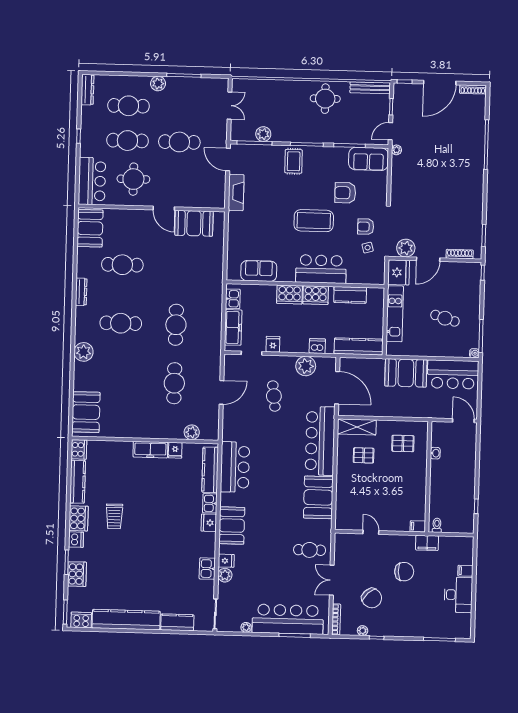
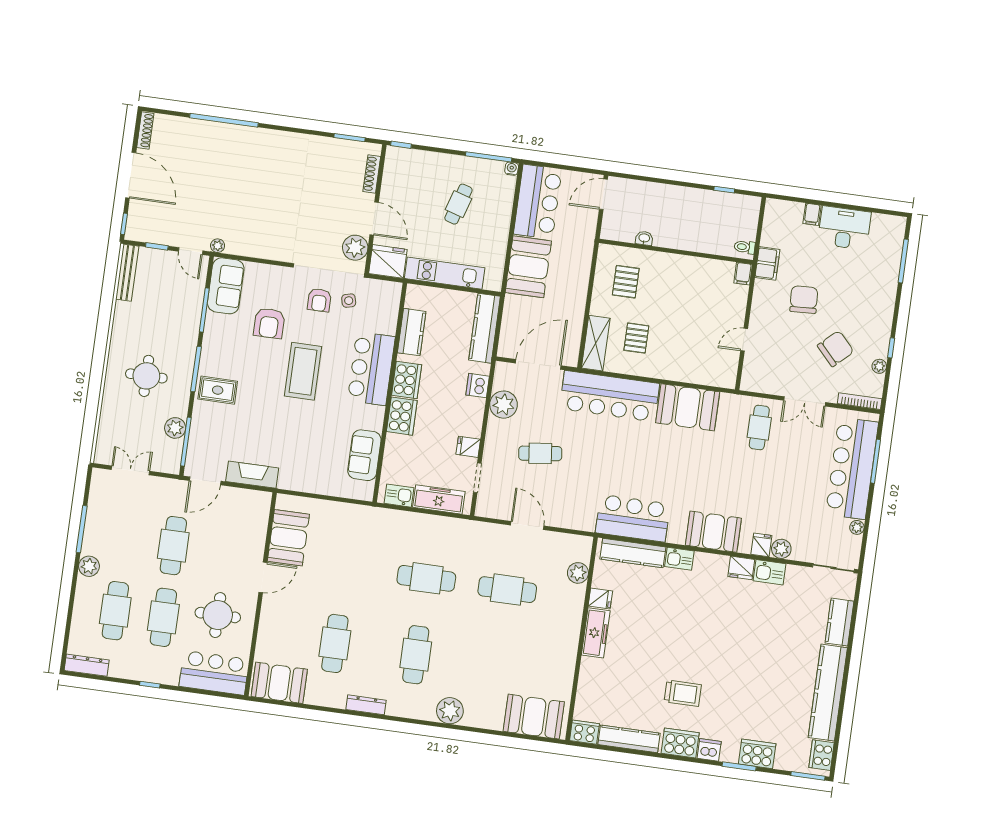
round table: (325, 99) -> (146, 376), moved
fridge: (209, 523) -> (741, 568), moved

